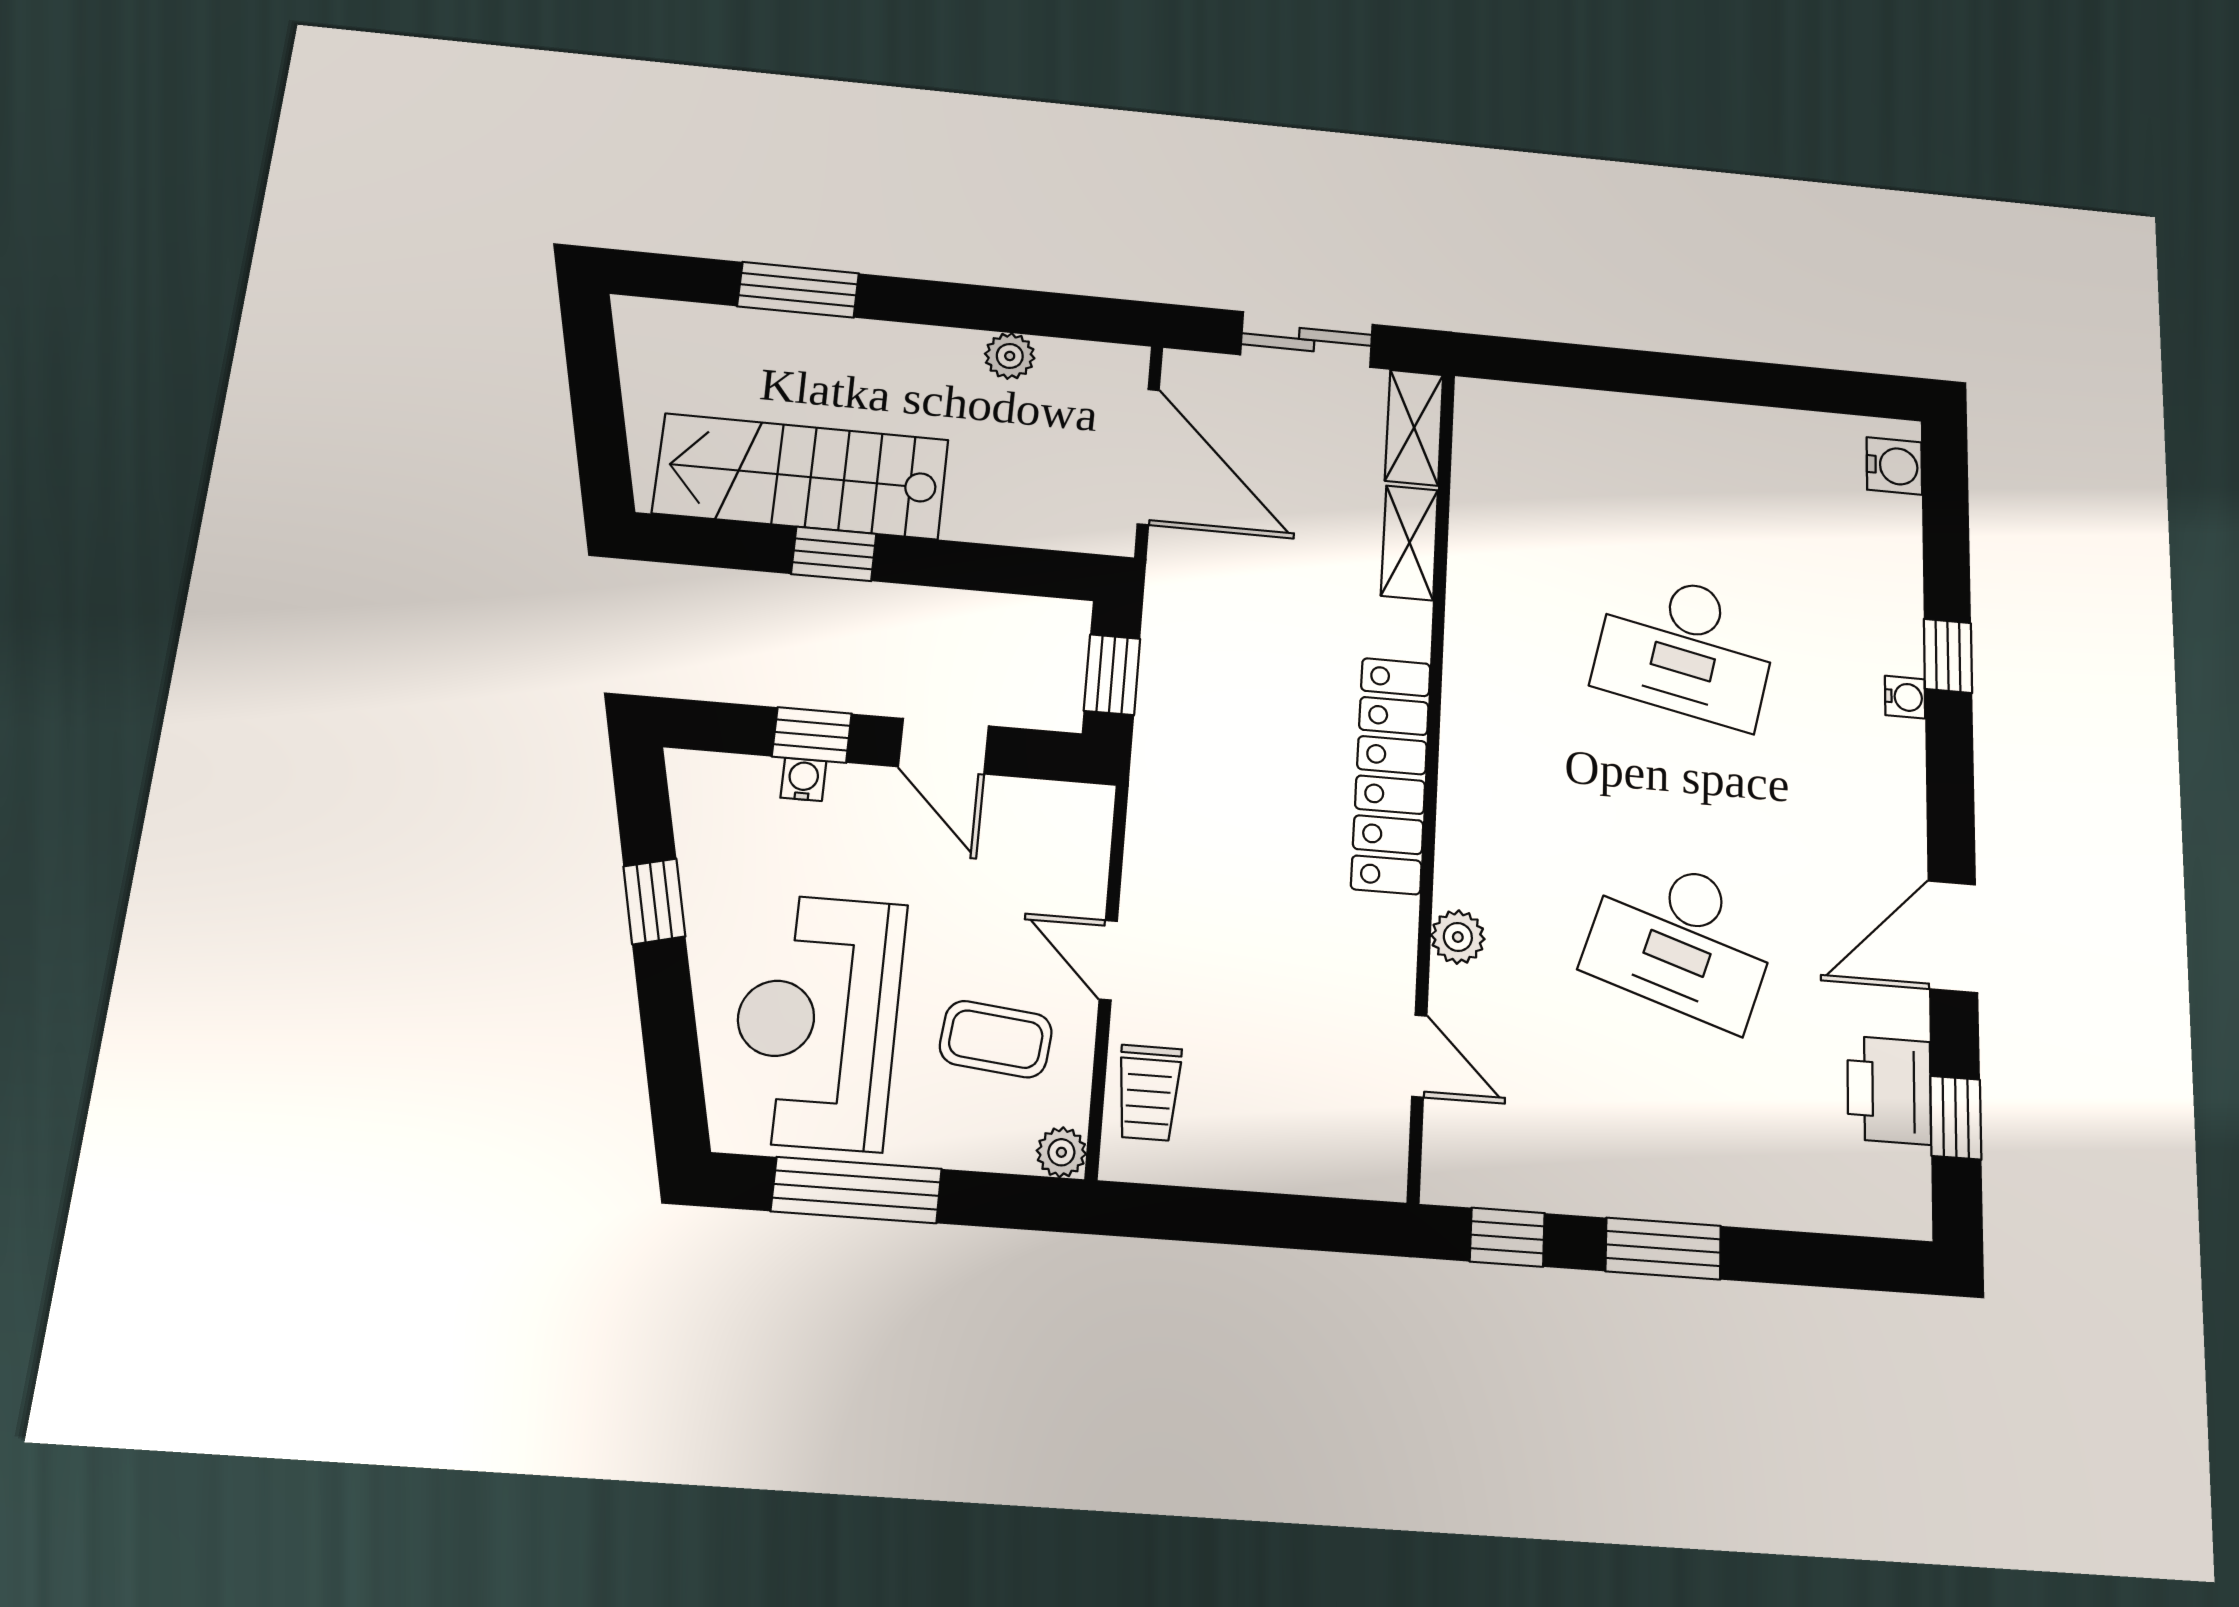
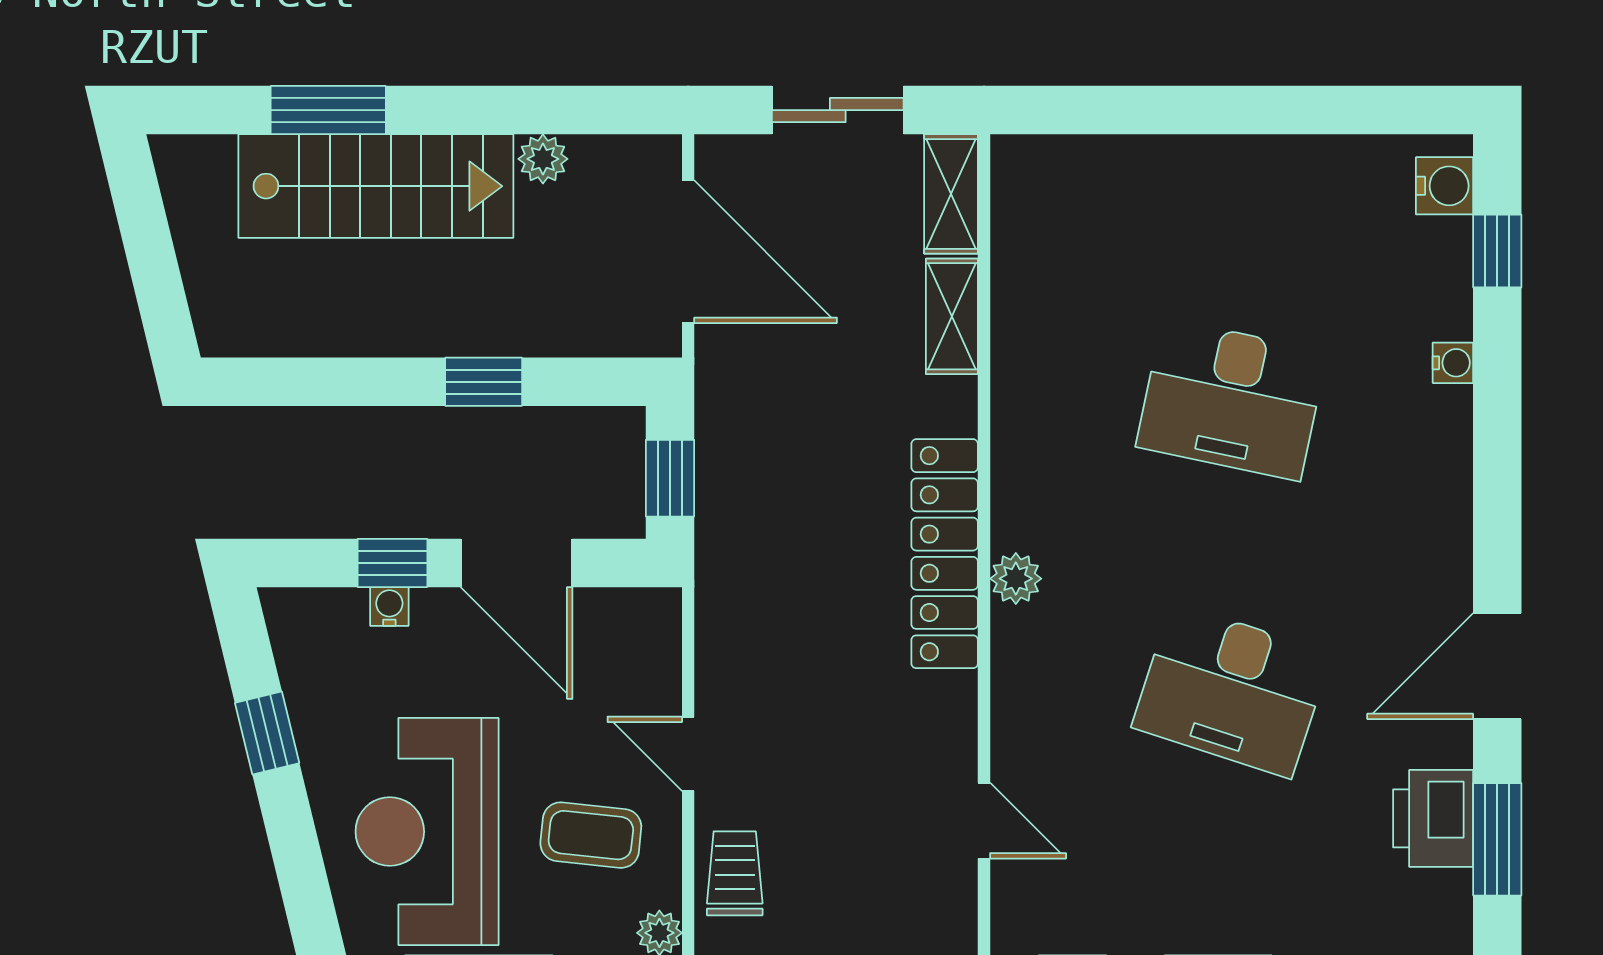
stairs: (801, 476) -> (376, 186), moved, turned 180
window: (834, 554) -> (484, 382), moved
window: (1948, 656) -> (1497, 251), moved
water cooler: (1905, 697) -> (1453, 363), moved
door: (944, 746) -> (517, 563), width x1.37
plant: (1458, 937) -> (1016, 579), moved
trolley: (1149, 1093) -> (735, 873), turned 180
window: (1956, 1118) -> (1497, 839), width x1.50

